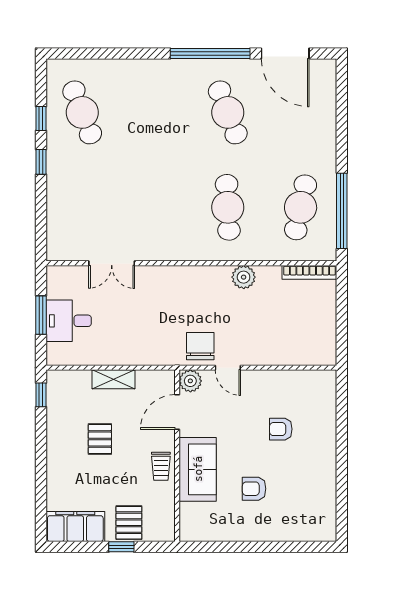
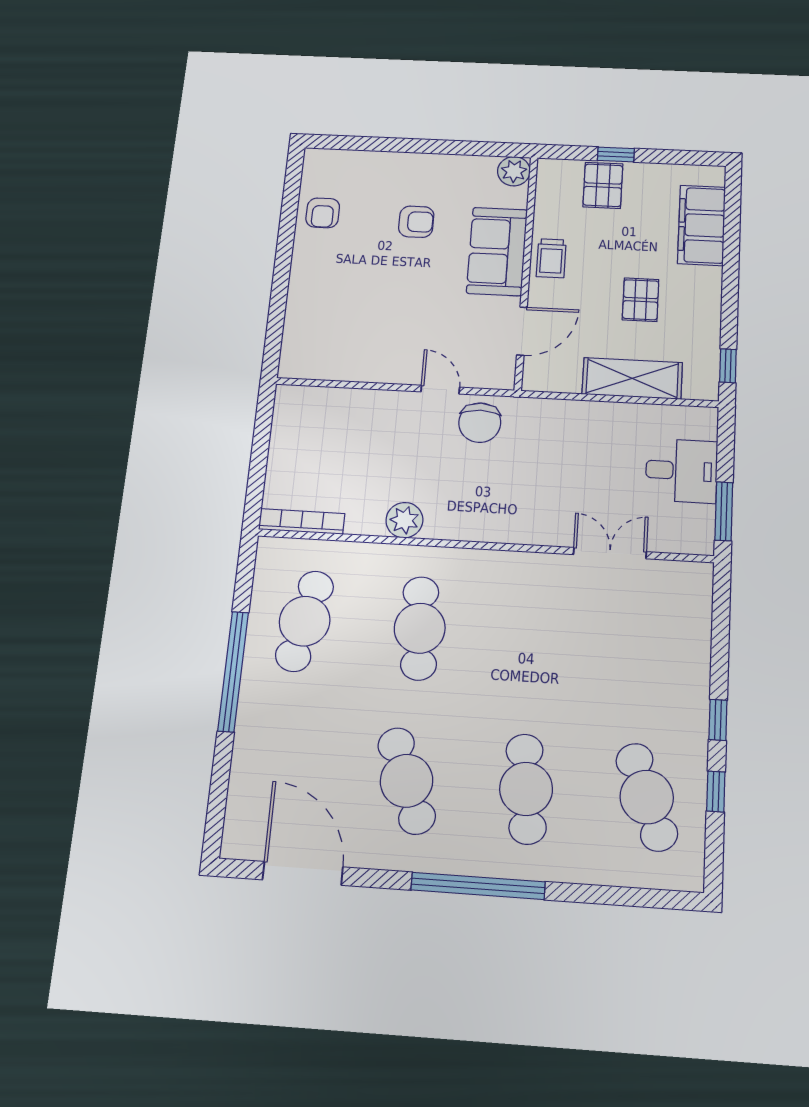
window: (210, 53) -> (478, 886), moved
cafe table: (155, 112) -> (526, 789), added
window: (342, 211) -> (233, 671), moved
window: (41, 315) -> (724, 511), moved
shelving: (114, 379) -> (632, 378), width x1.50, depth x1.33
plant: (190, 381) -> (514, 171), moved
armchair: (281, 429) -> (323, 213), moved, turned 90
trolley: (161, 466) -> (551, 258), turned 180
filing cabinet: (75, 526) -> (702, 225), moved, turned 90

